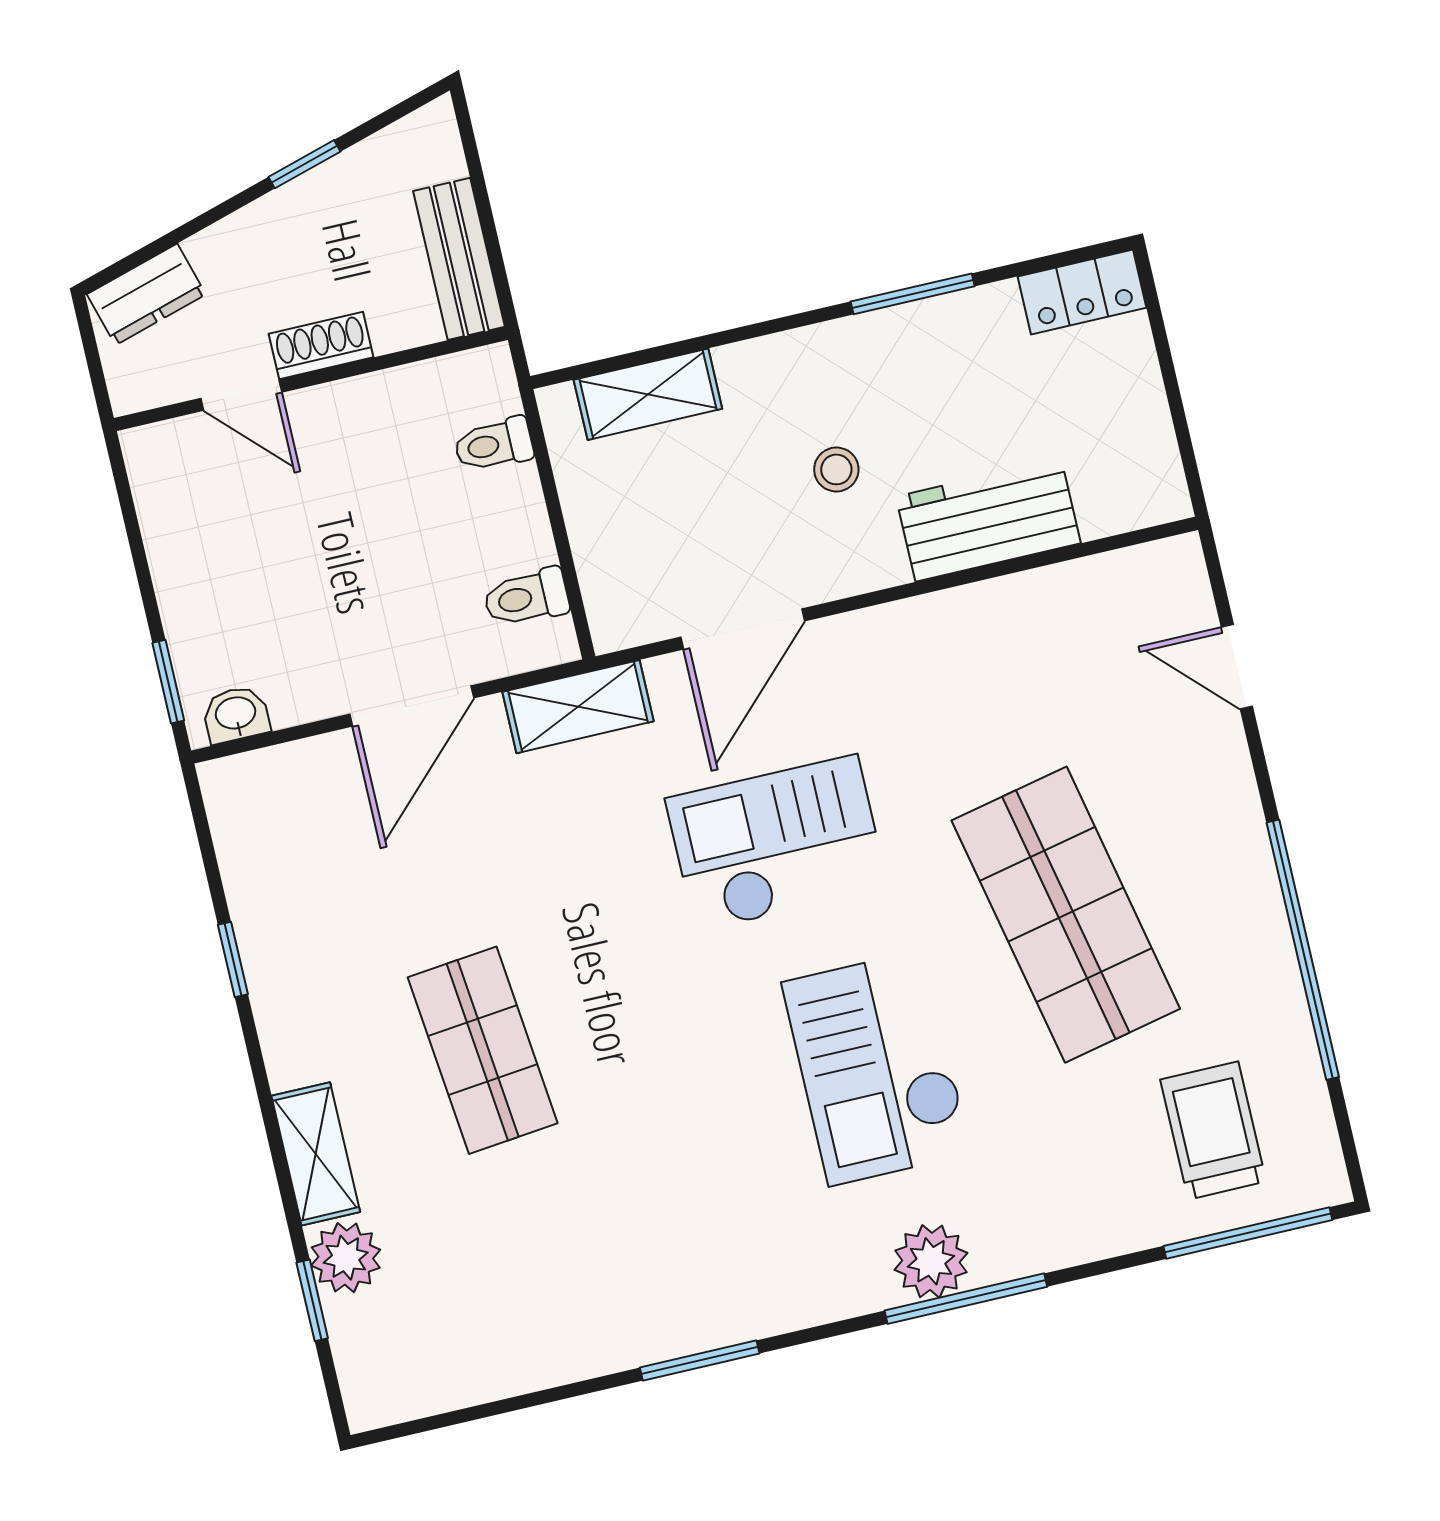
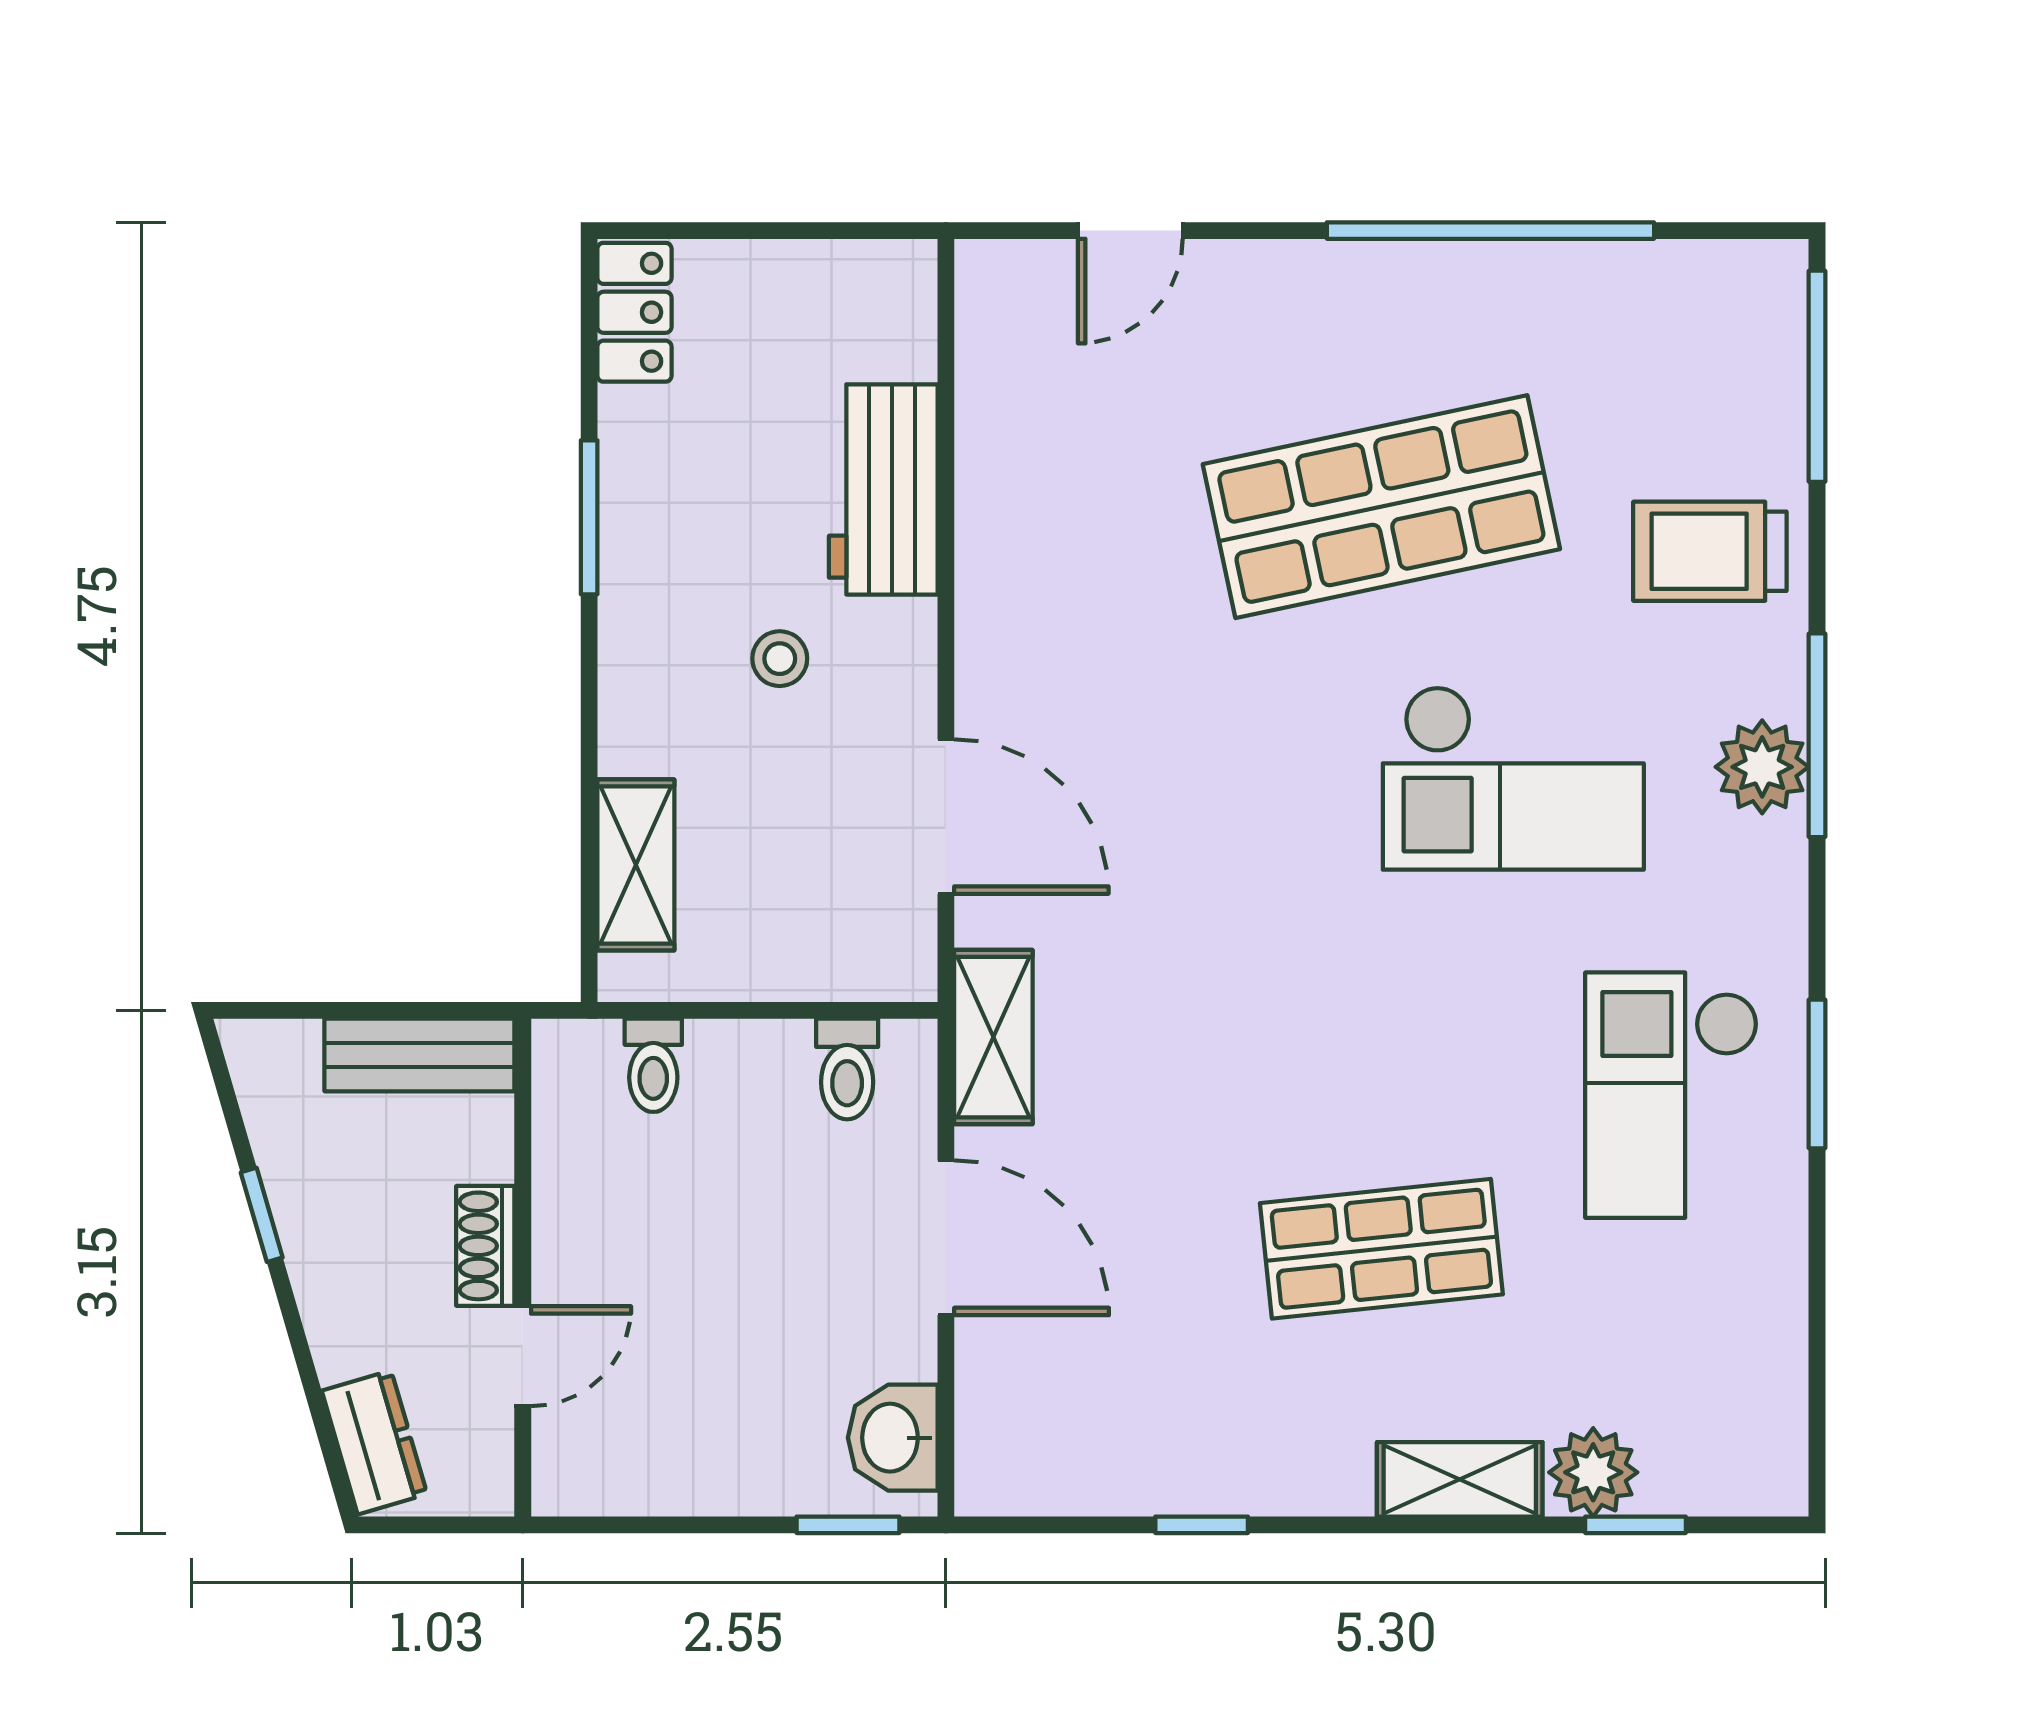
washbasin: (236, 714) -> (893, 1438), width x1.38, depth x1.45
checkout: (777, 844) -> (1671, 1095), moved
trolley: (1213, 1130) -> (1710, 551), moved

